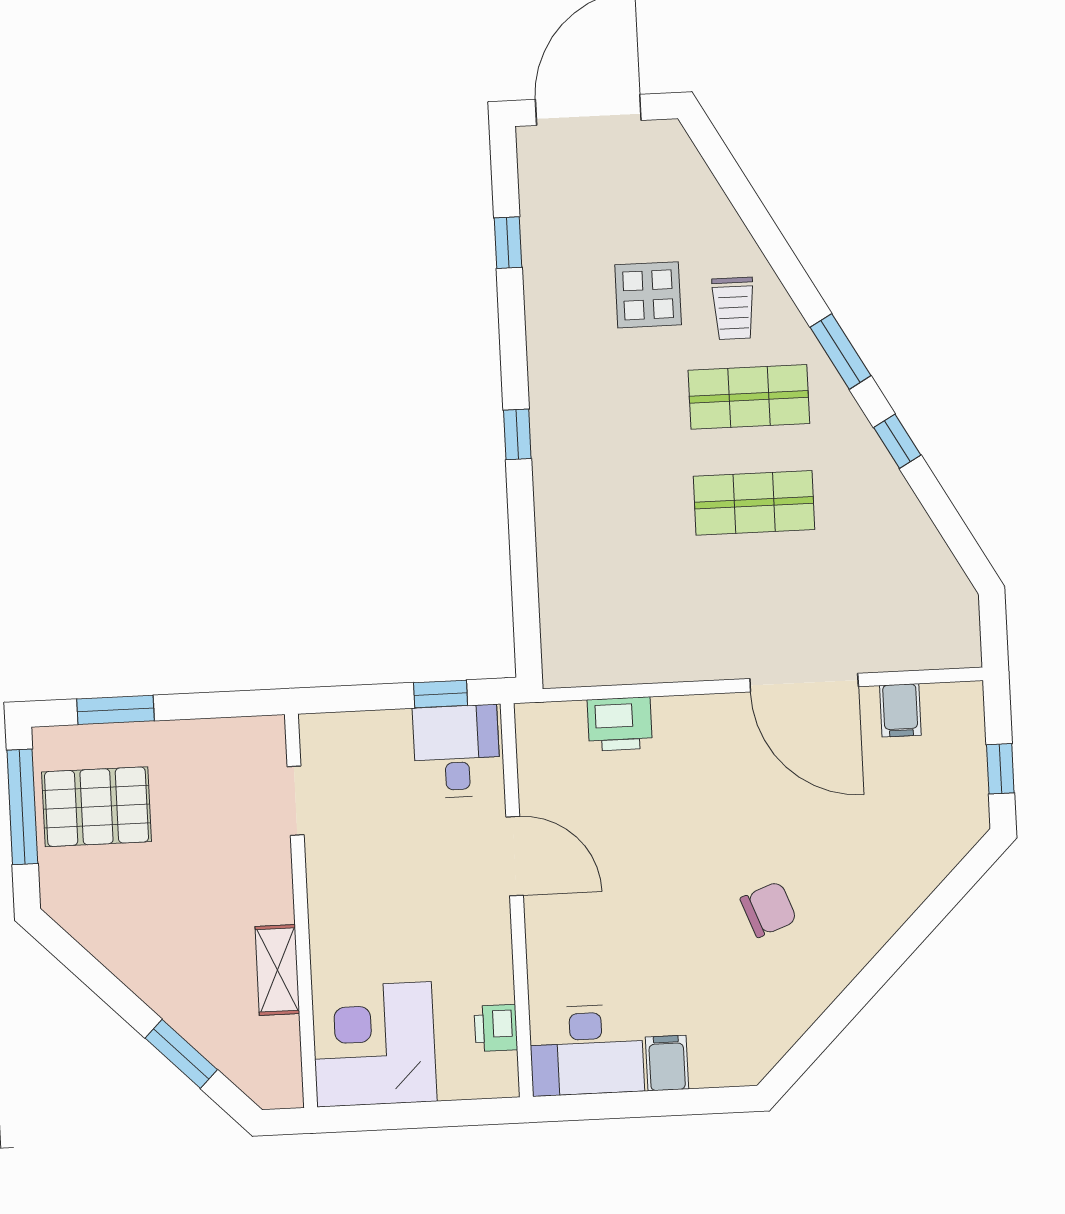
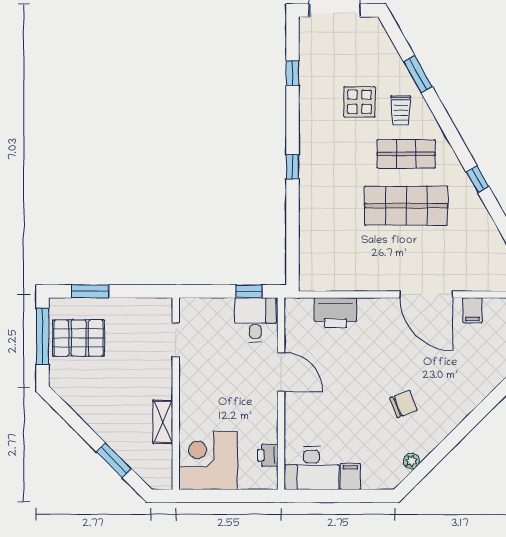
window: (841, 351) -> (418, 74), moved
shop shelf: (754, 503) -> (406, 206), width x1.43, depth x1.36
printer: (620, 724) -> (335, 313), width x1.37, depth x1.19
plant: (790, 1025) -> (411, 461), added

